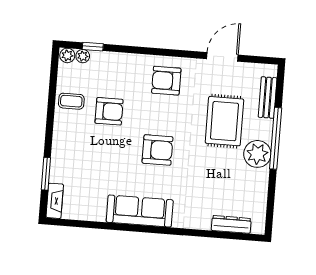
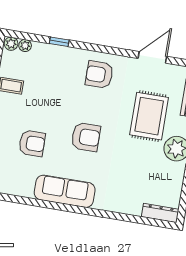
window: (93, 47) -> (59, 42), moved
armchair: (109, 111) -> (32, 143), moved
dresser: (231, 224) -> (160, 213), moved

